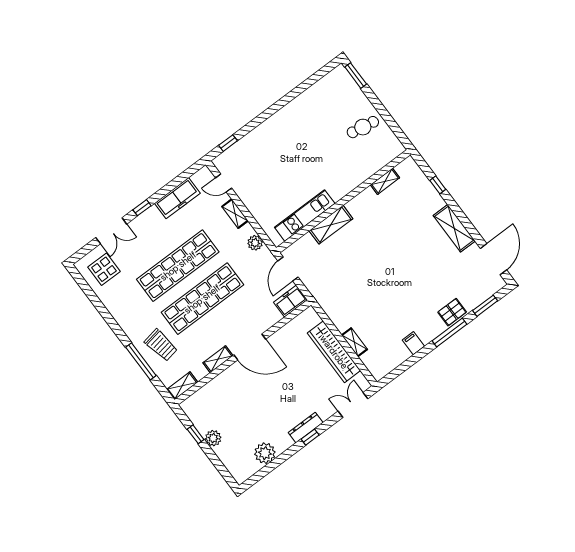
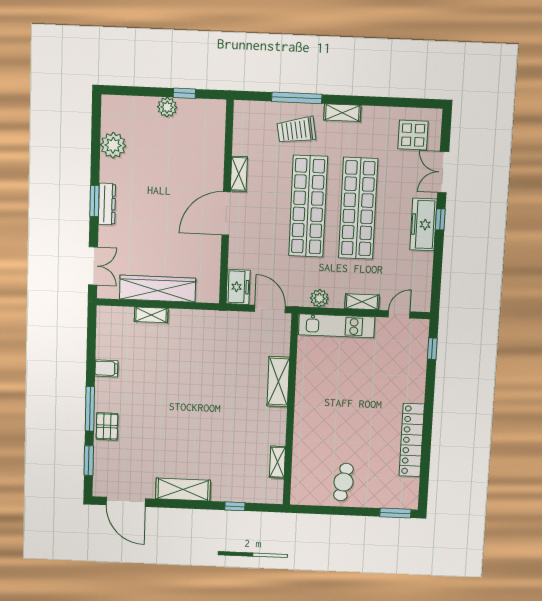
locker: (298, 106) -> (412, 440), added
freezer: (177, 198) -> (423, 224), moved
kitchen unit: (305, 215) -> (337, 326), moved, turned 90
shelving: (182, 386) -> (342, 113), moved, turned 90
window: (310, 437) -> (94, 201), width x1.50

